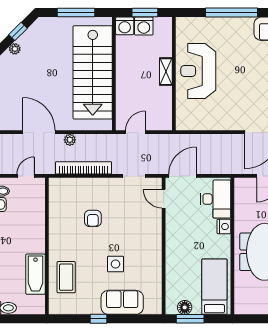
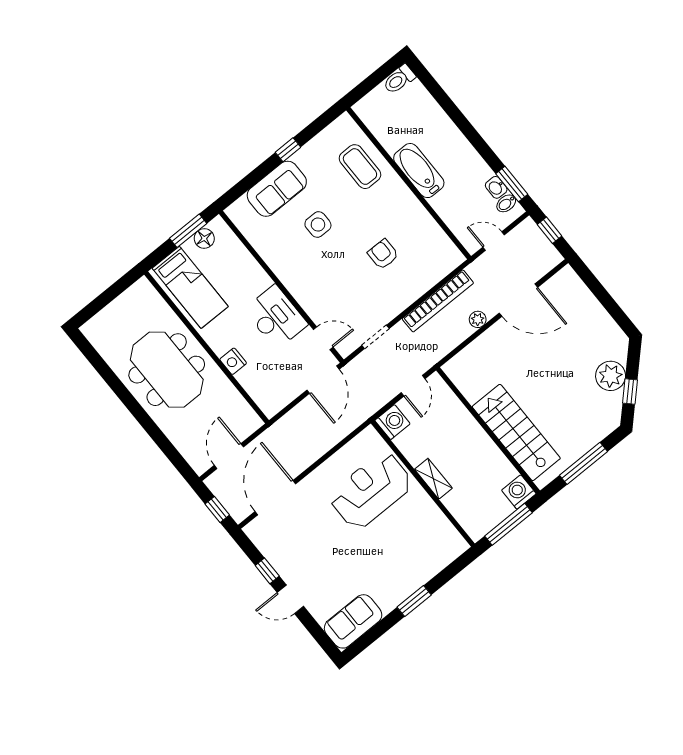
window: (145, 13) -> (509, 524), width x1.44
window: (232, 13) -> (414, 601), width x0.47
washing machine: (144, 26) -> (392, 422), moved, turned 90
plant: (15, 49) -> (611, 376), width x1.88, depth x1.88
reception desk: (198, 71) -> (371, 490), moved, turned -90
stairs: (93, 72) -> (516, 432), width x0.73, depth x0.66
door: (26, 176) -> (494, 241), swing flipped
desk: (216, 199) -> (276, 317), moved, turned 180
bathtub: (35, 274) -> (419, 171), moved

